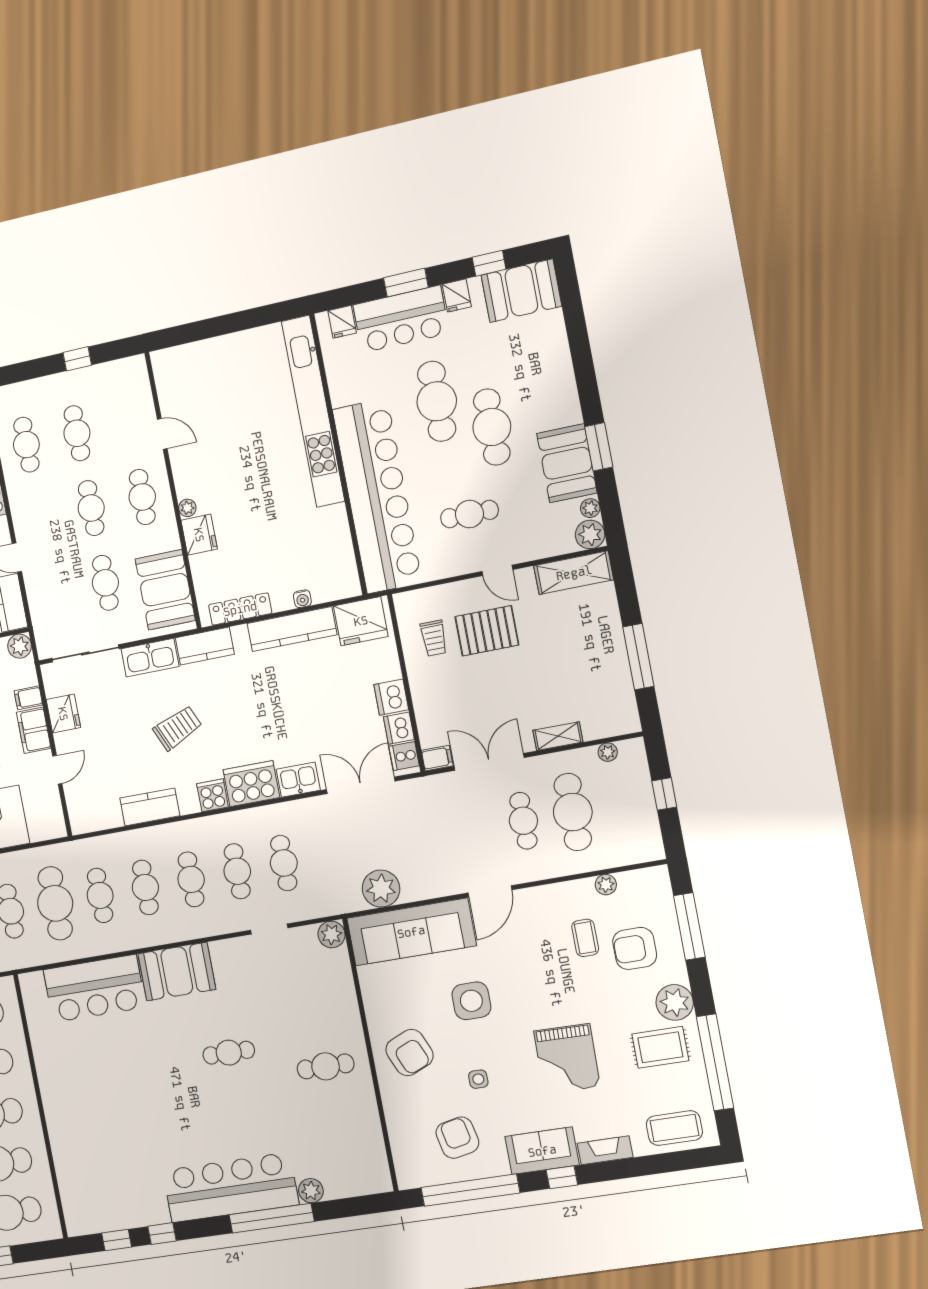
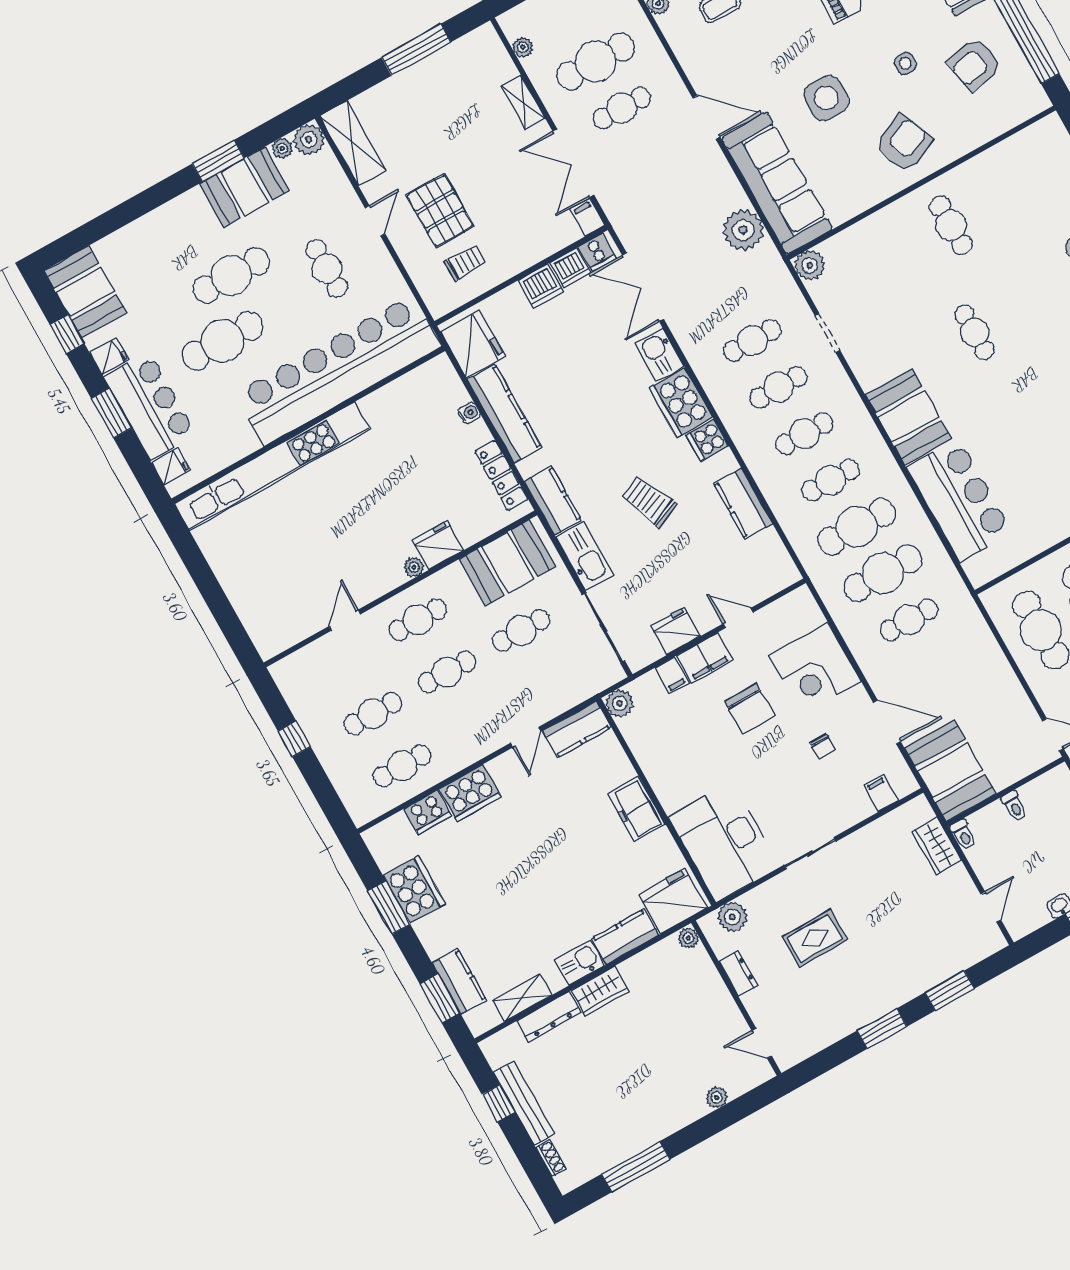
cafe table: (100, 895) -> (857, 527), width x1.37, depth x1.35

